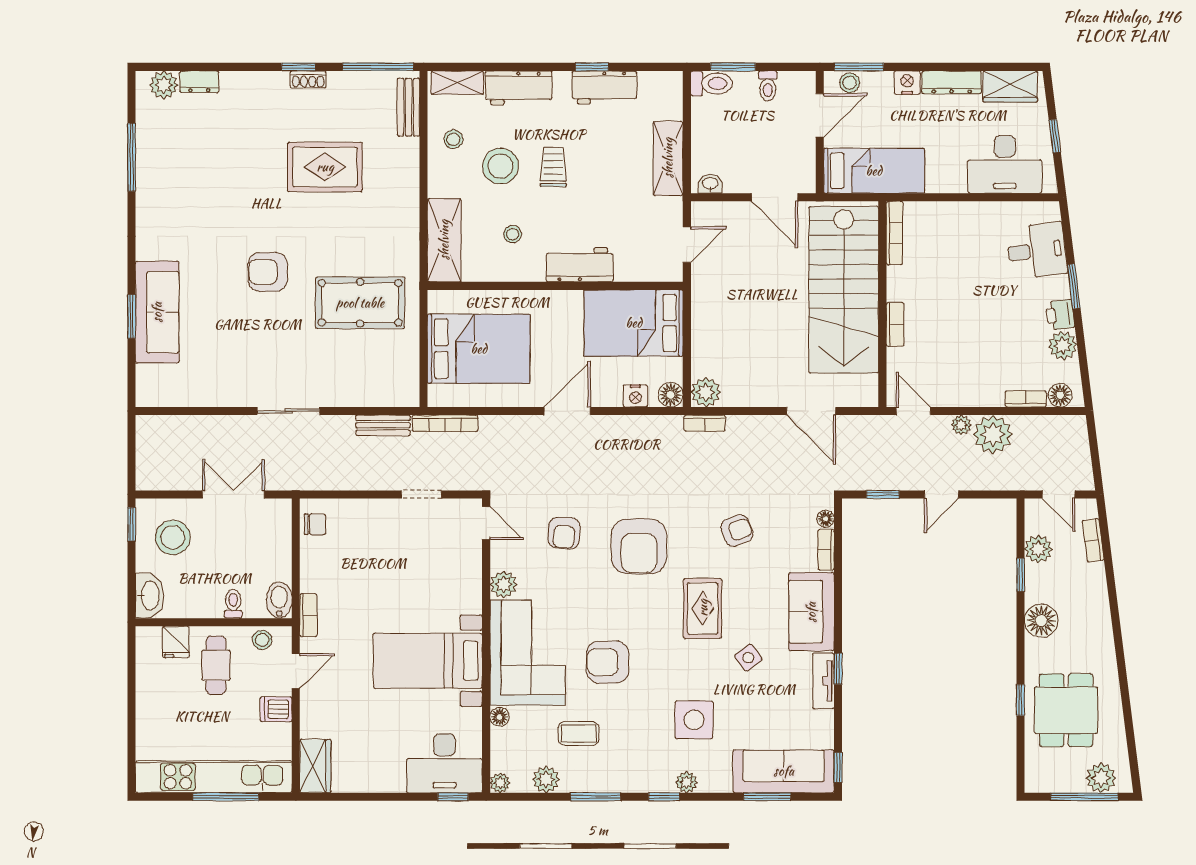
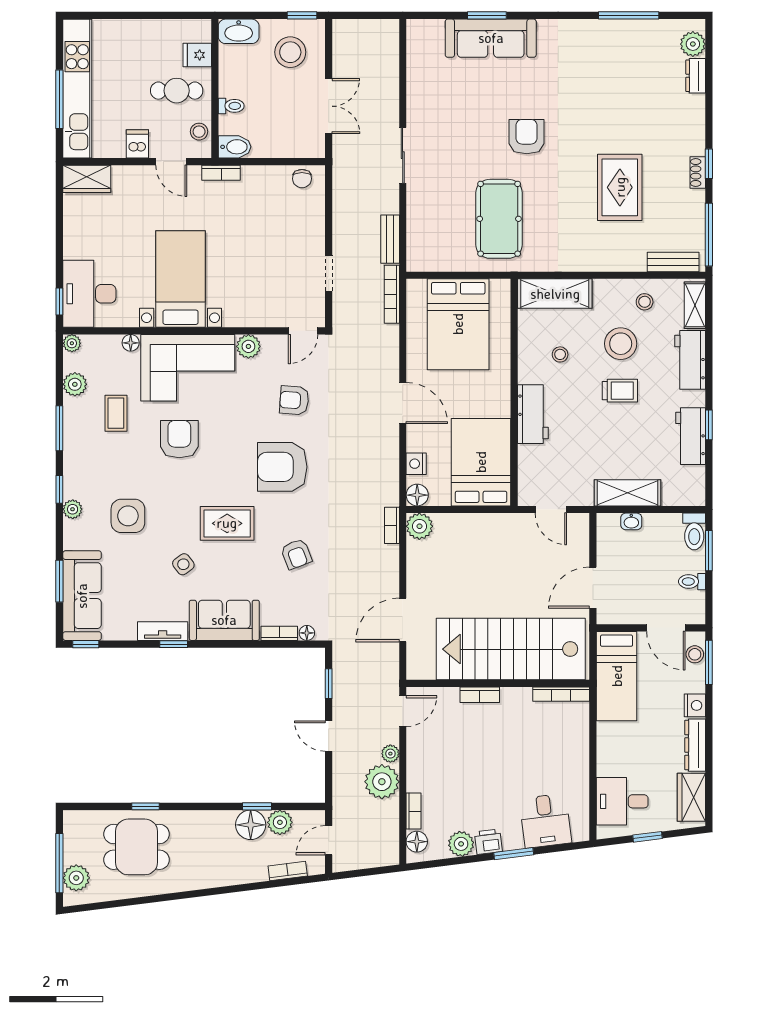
desk: (1005, 164) -> (622, 801), width x0.73
washbasin: (710, 184) -> (631, 521), moved, turned 90
floor lamp: (1041, 621) -> (251, 825), moved

